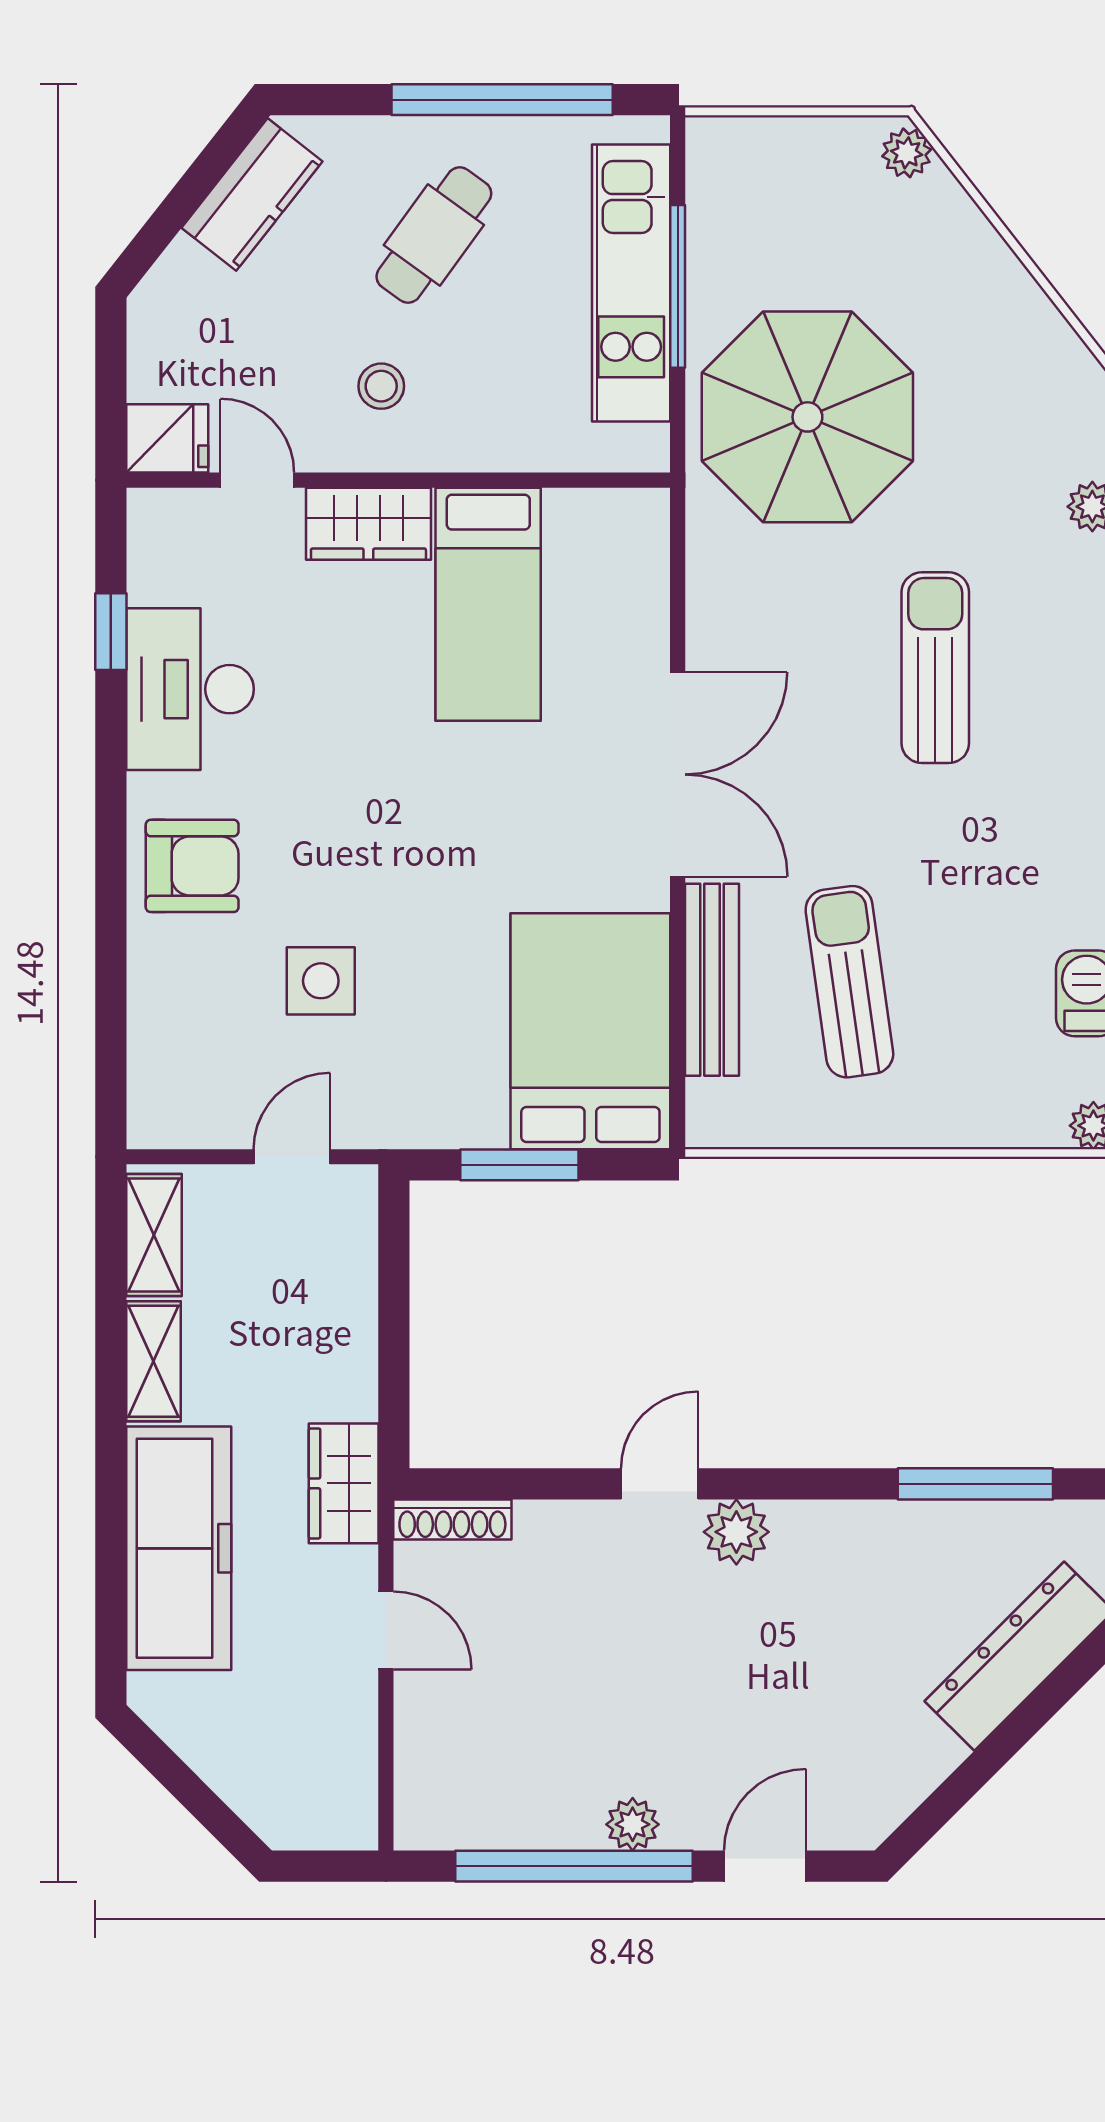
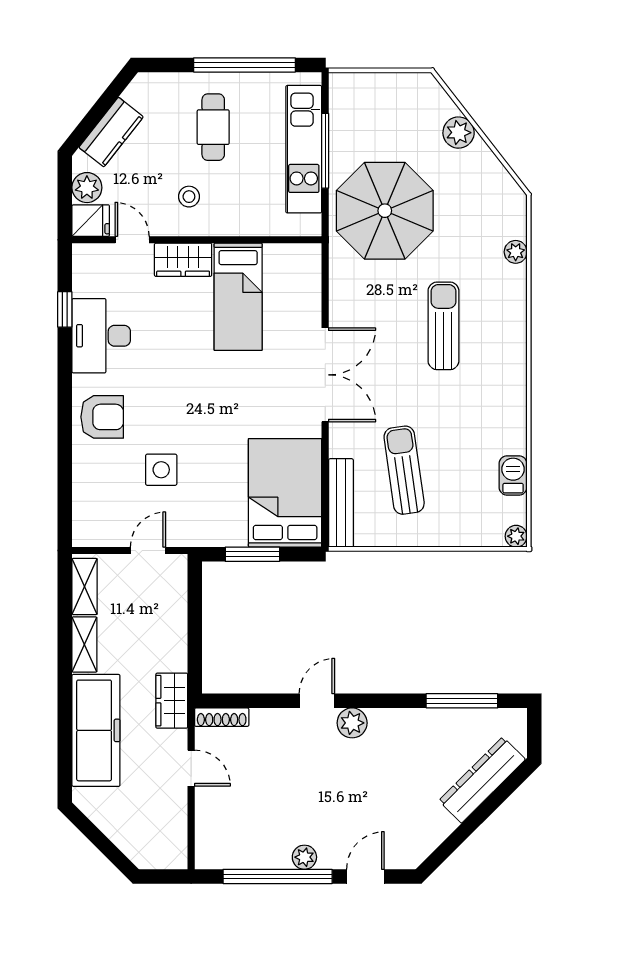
plant: (907, 153) -> (459, 133), moved, width x1.38, depth x1.38
kitchen counter: (252, 195) -> (111, 132), moved
cafe table: (434, 235) -> (213, 127), turned -36
plant: (159, 367) -> (87, 188), added
bench: (712, 980) -> (341, 503), moved

